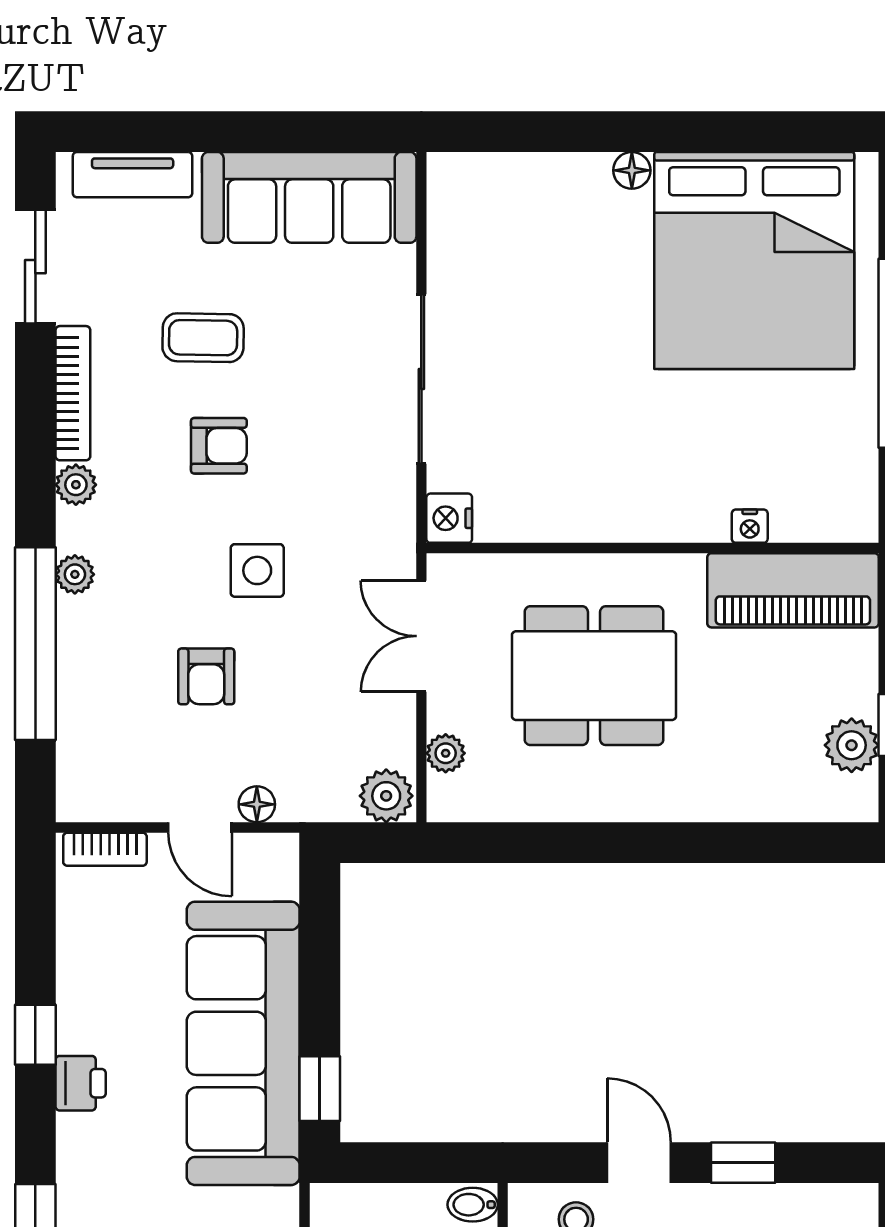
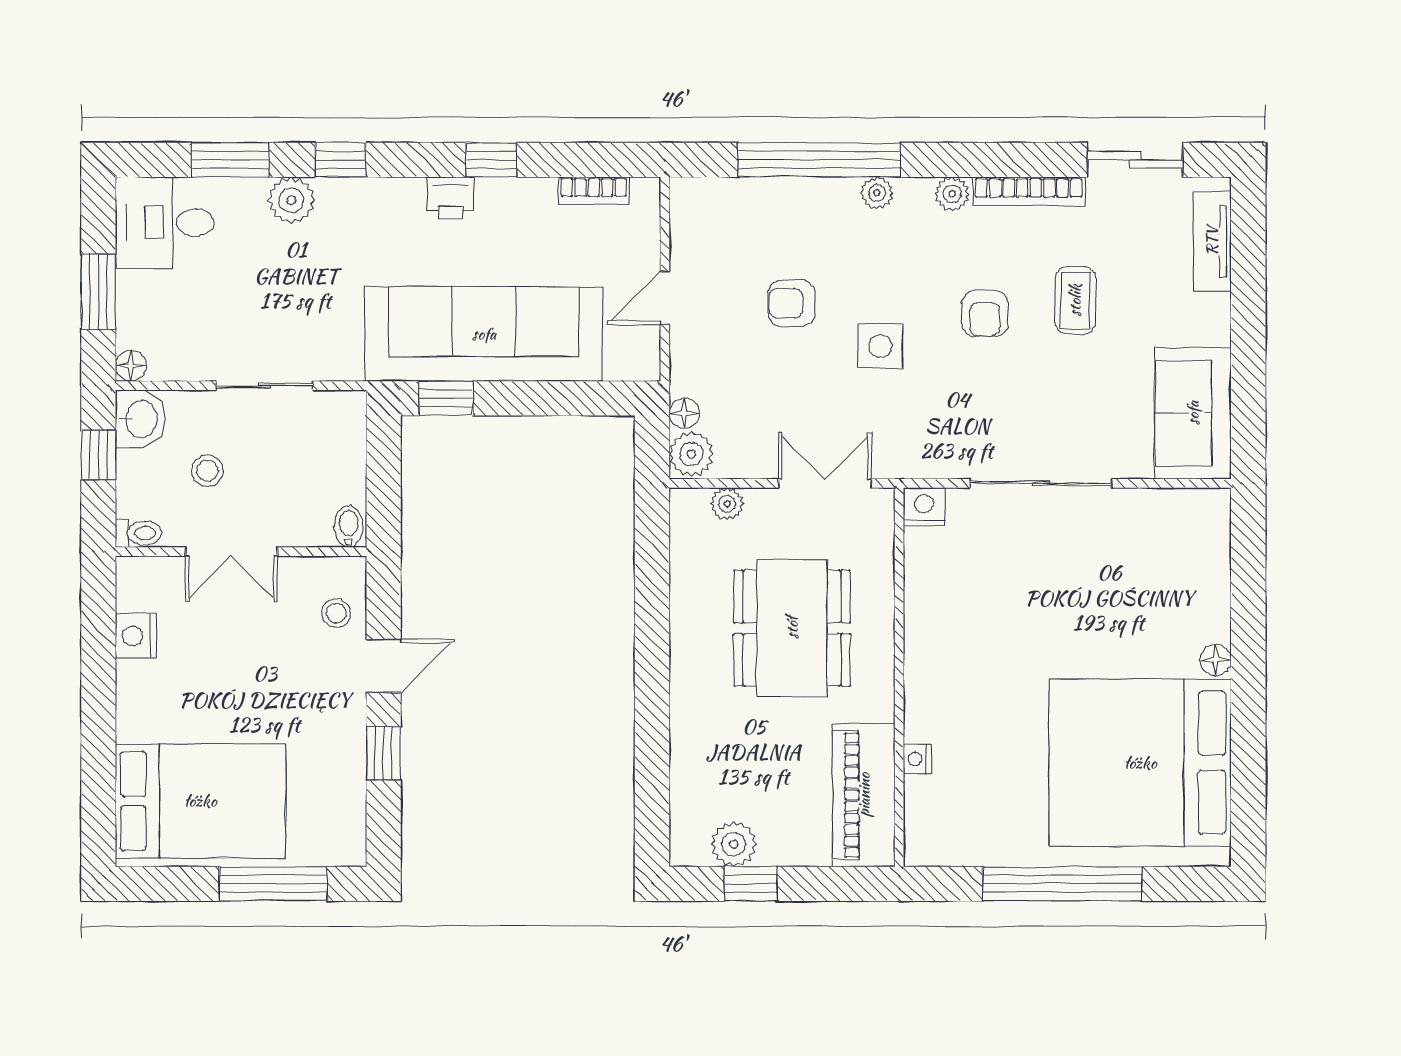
sofa: (309, 197) -> (1193, 413), width x0.73
floor lamp: (257, 804) -> (684, 413), moved
bookcase: (105, 849) -> (594, 191), moved, turned -90

